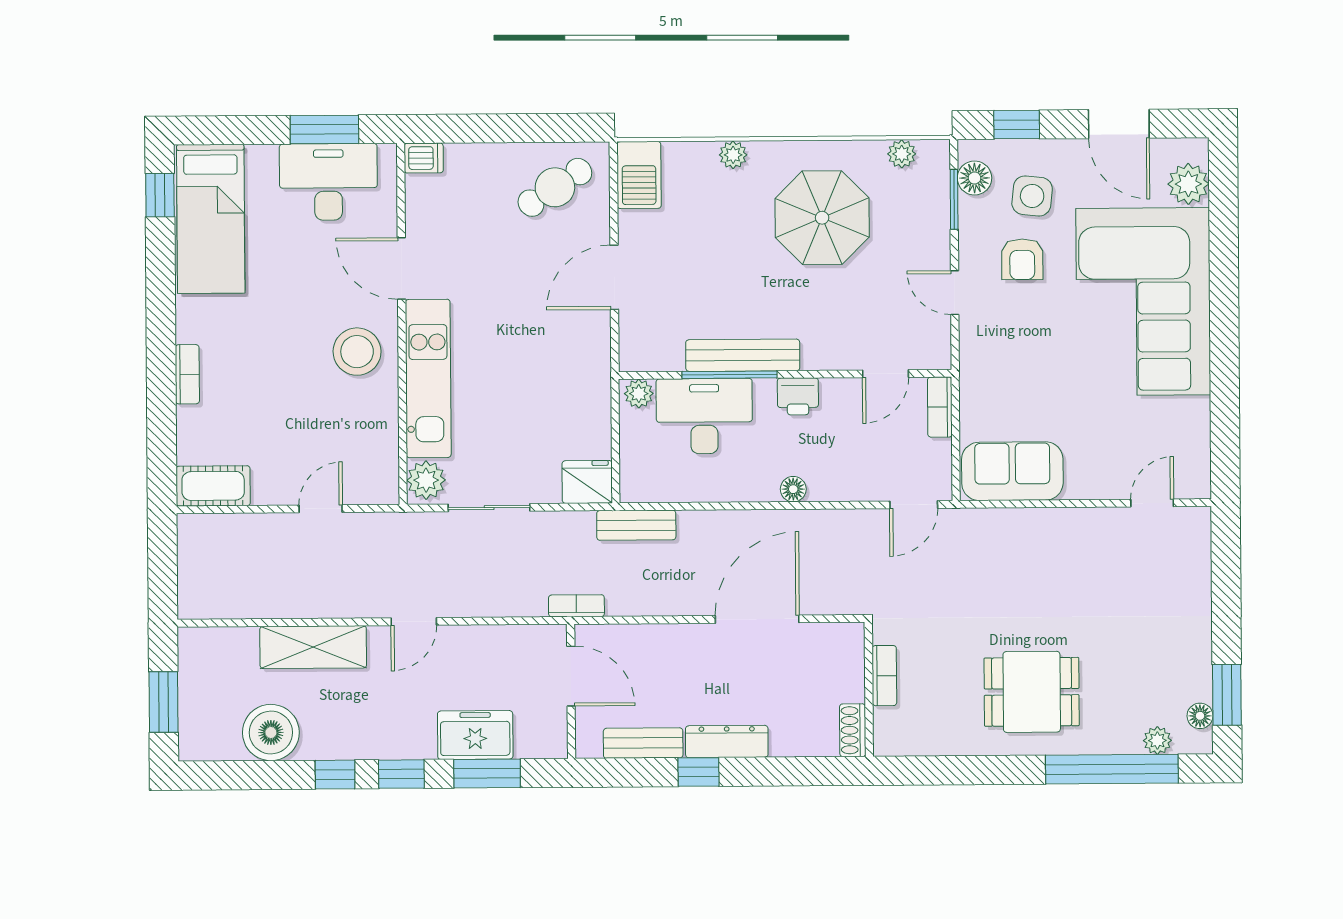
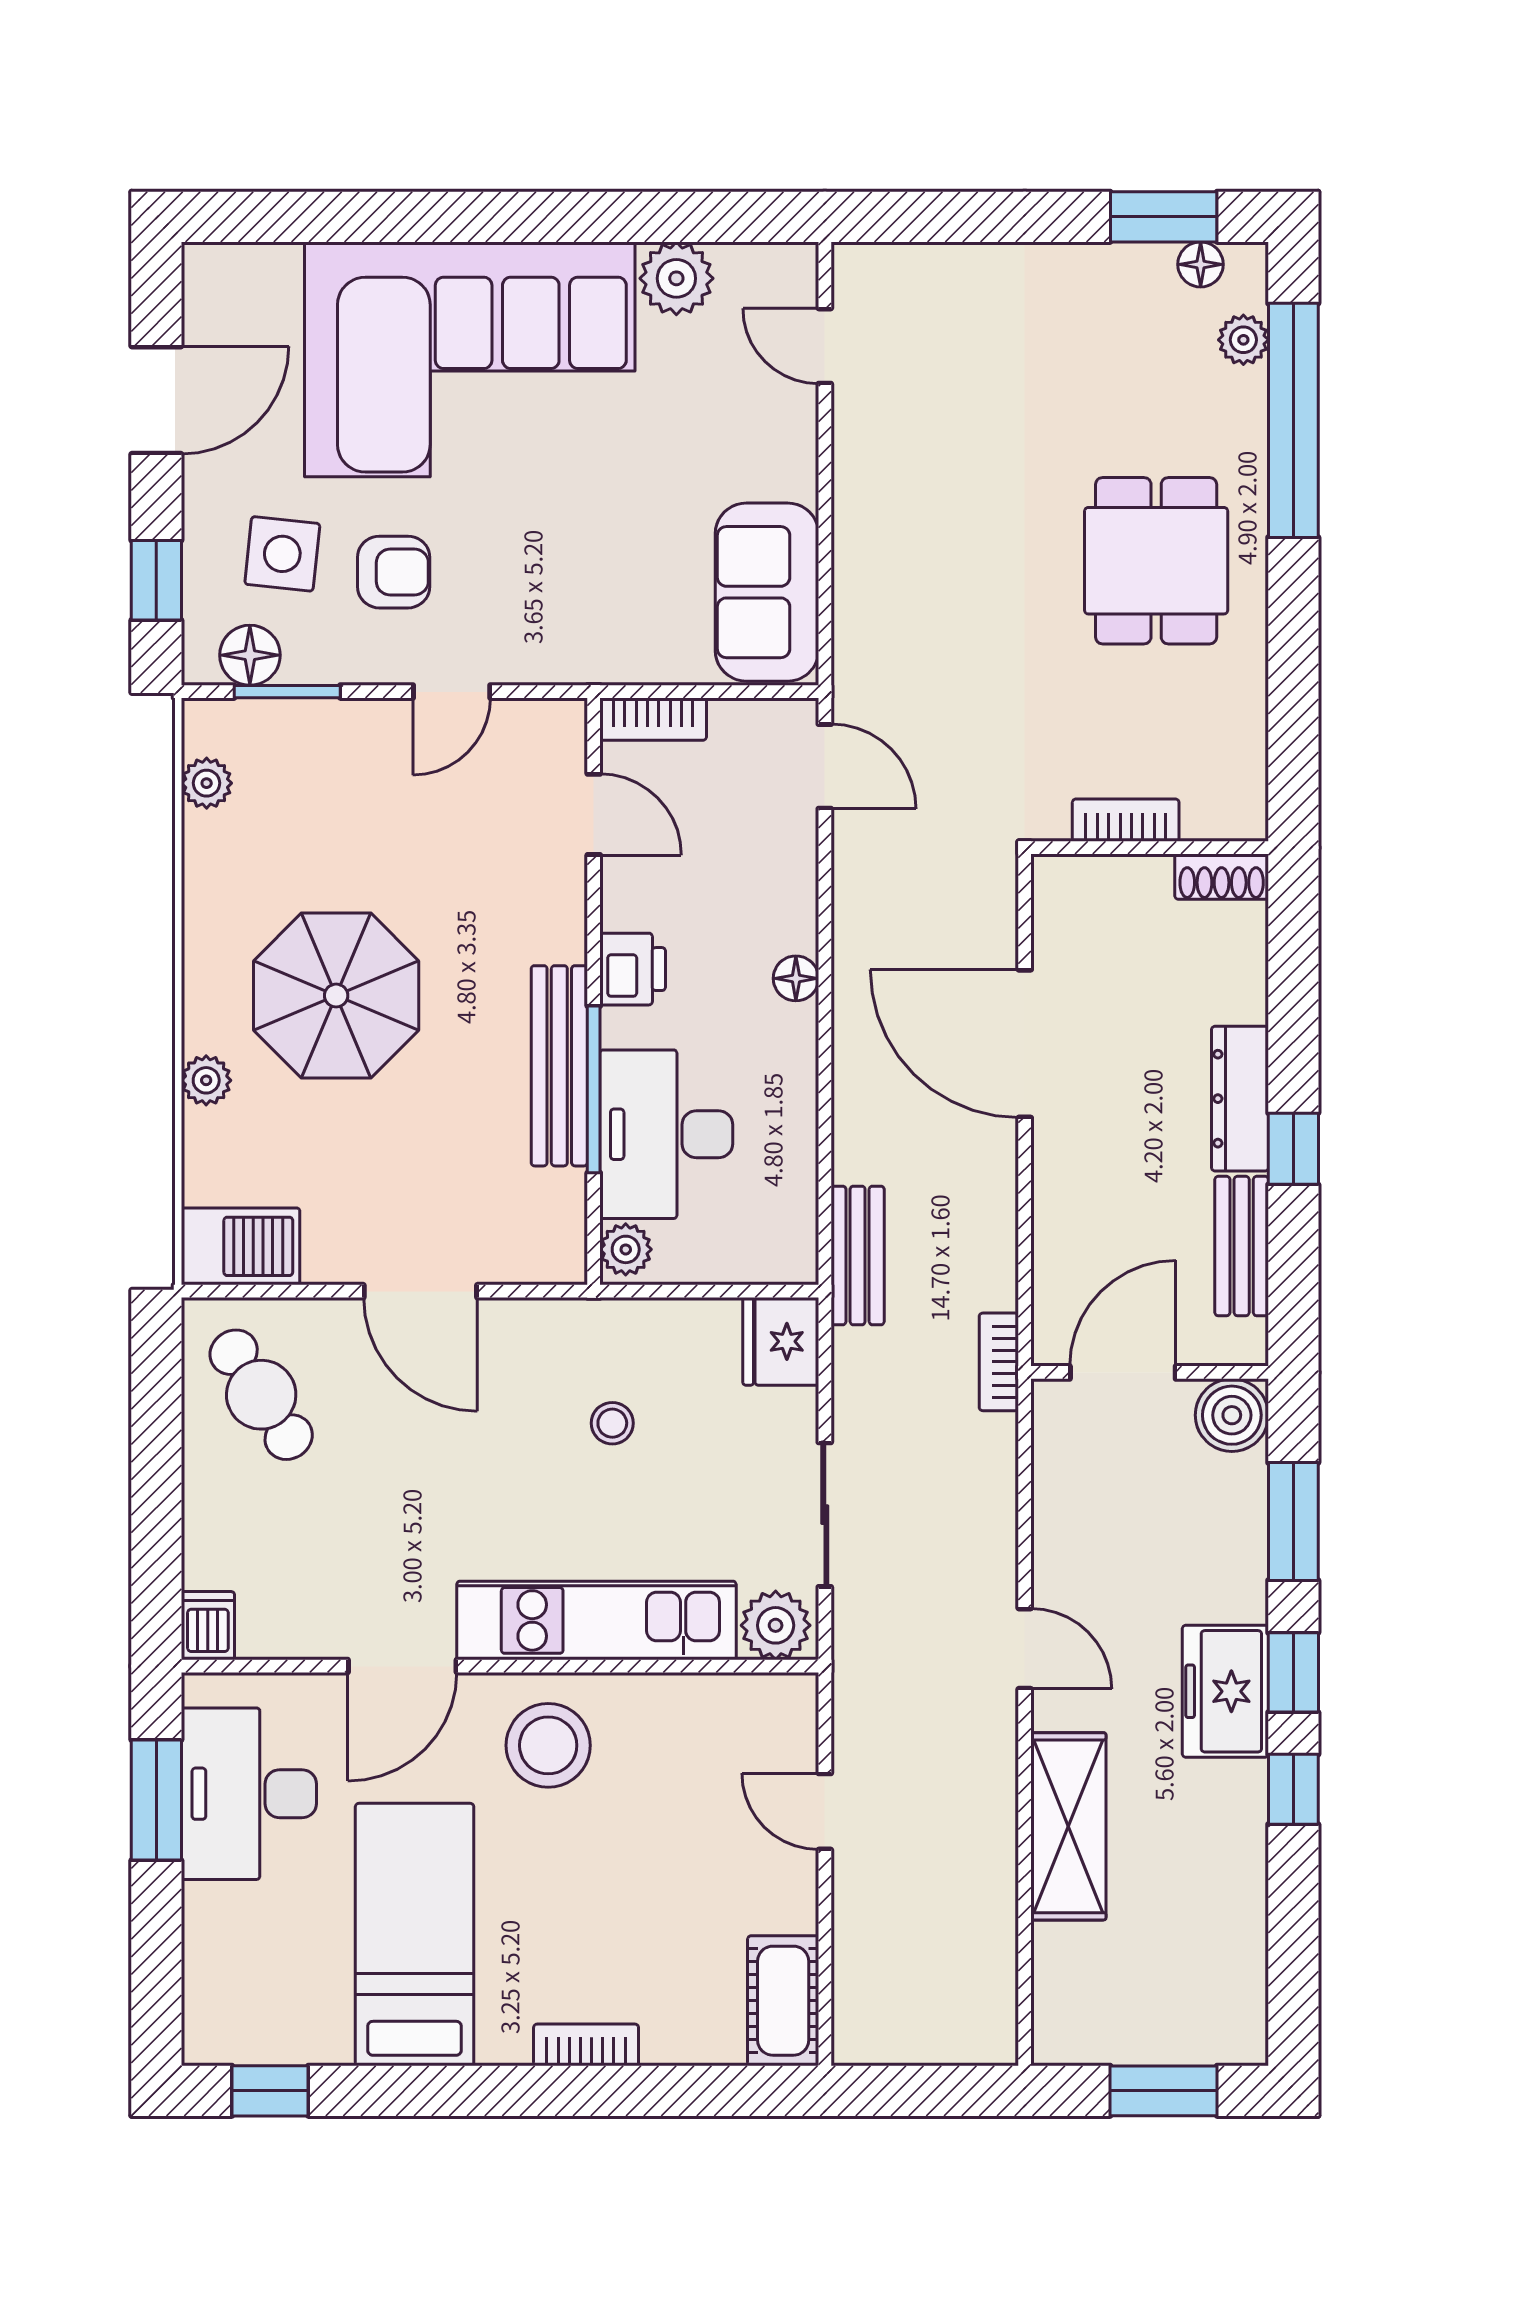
plant: (1188, 184) -> (676, 278), moved
parasol: (822, 218) -> (336, 996), moved
bed: (211, 219) -> (415, 1935), moved, turned -90
stool: (540, 387) -> (612, 1423), added
boiler: (271, 733) -> (1232, 1415), moved, width x0.73, depth x0.73
freezer: (475, 735) -> (1225, 1691), moved

